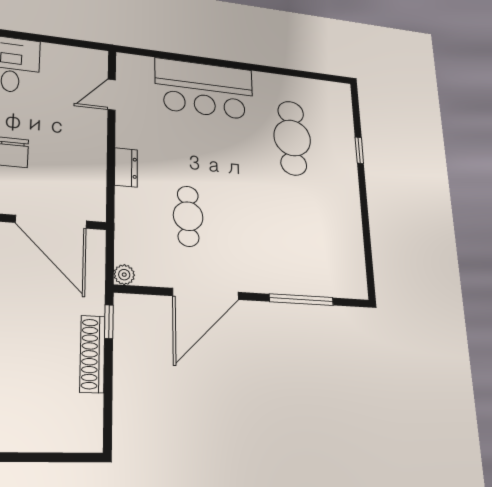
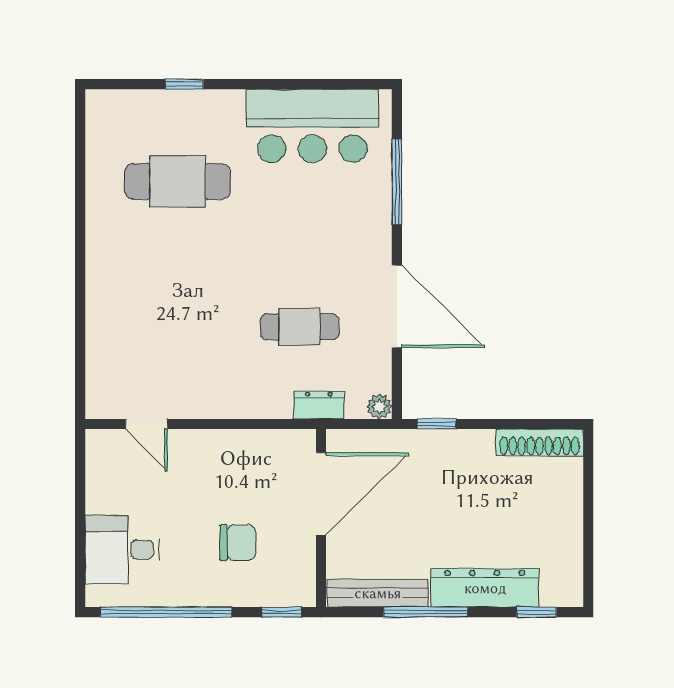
bar counter: (204, 89) -> (312, 126), moved, turned 90
dresser: (126, 167) -> (319, 405), moved
shoe rack: (92, 354) -> (540, 442), moved

